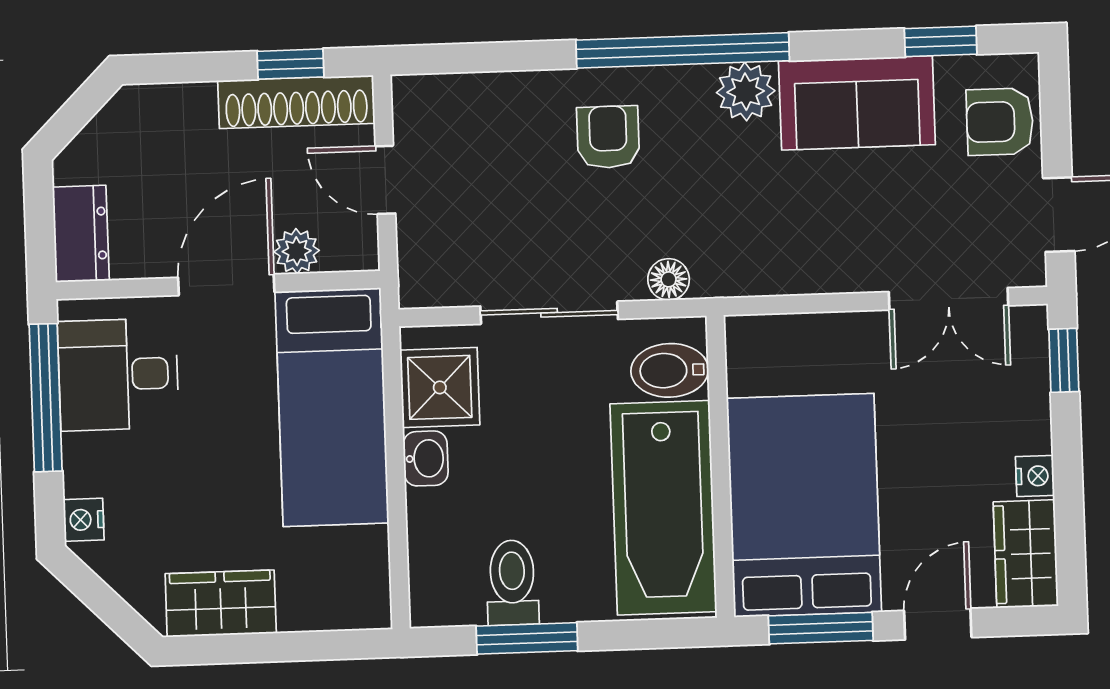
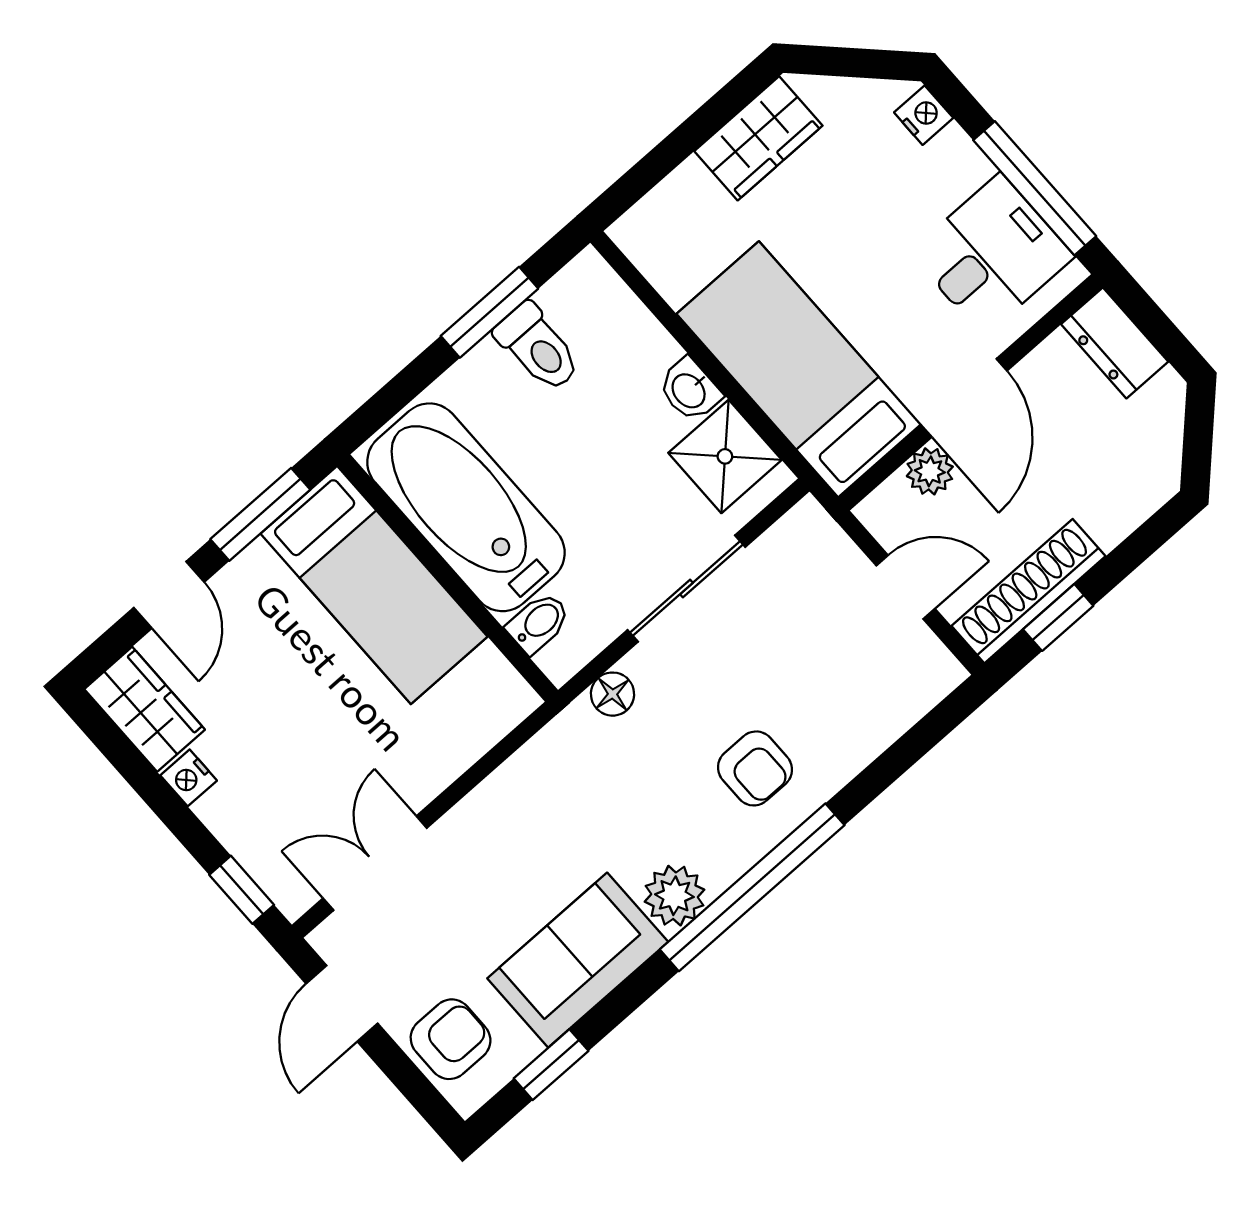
bidet: (670, 370) -> (539, 623), width x0.72, depth x0.74
bed: (804, 505) -> (374, 585), width x0.67

